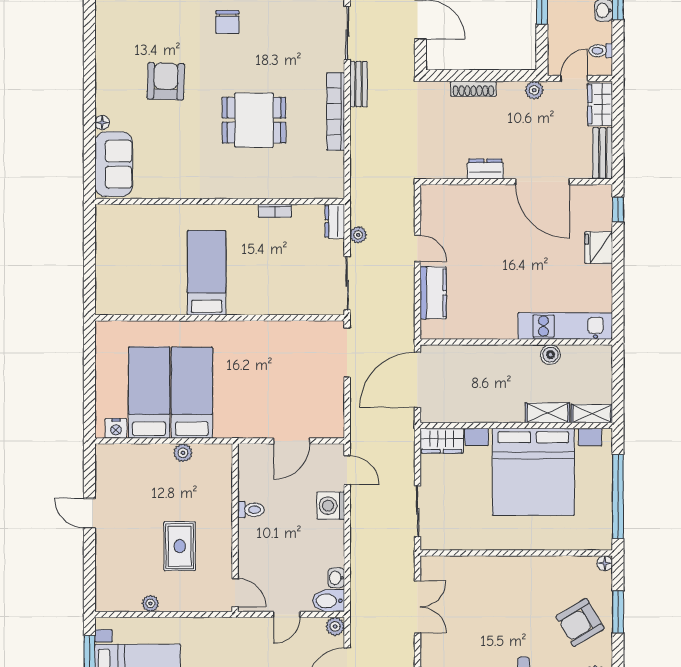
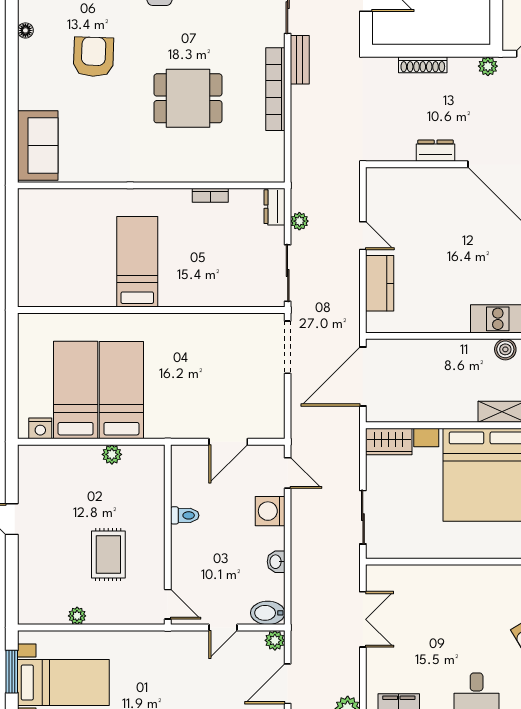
floor lamp: (102, 123) -> (25, 30), moved
washbasin: (336, 578) -> (276, 562), moved

